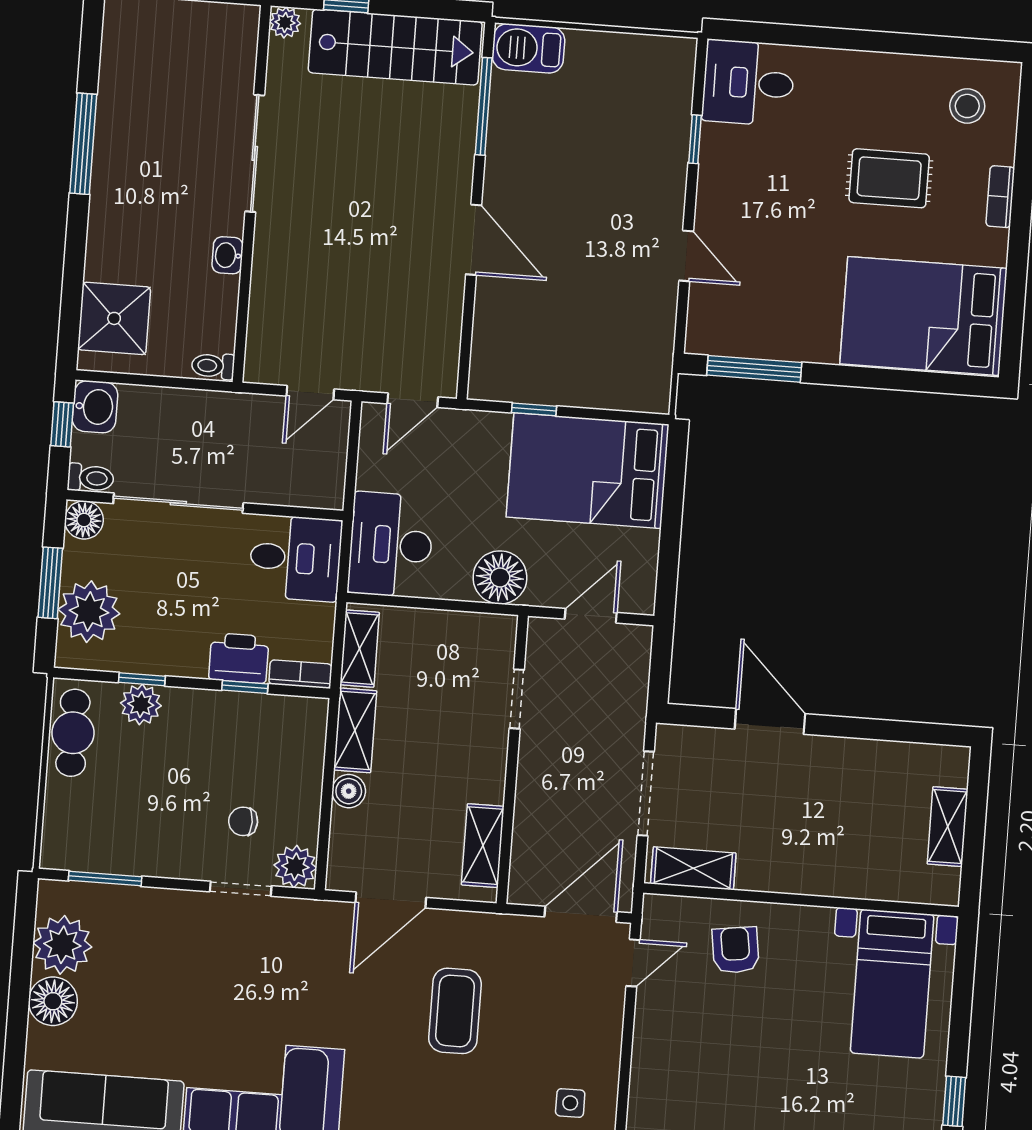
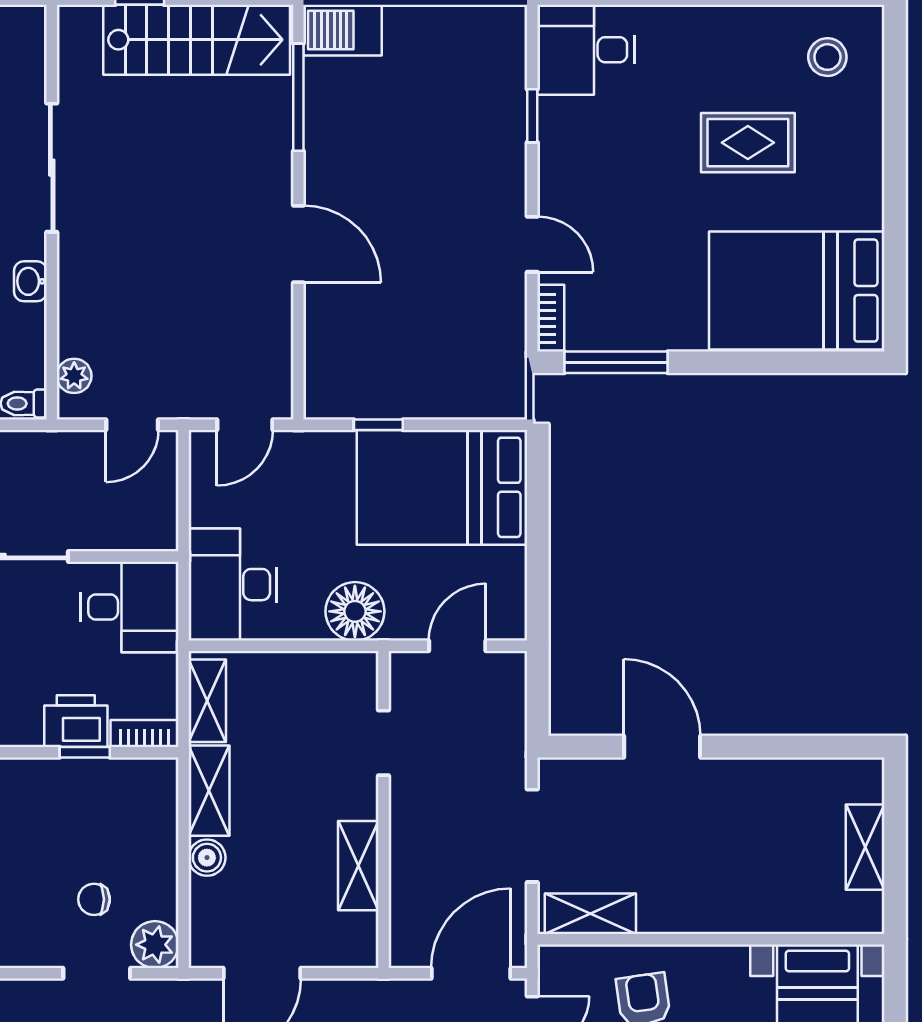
plant: (285, 22) -> (74, 376), moved
bookcase: (1000, 197) -> (551, 318), moved, turned 180
shelving: (483, 846) -> (358, 866), moved

